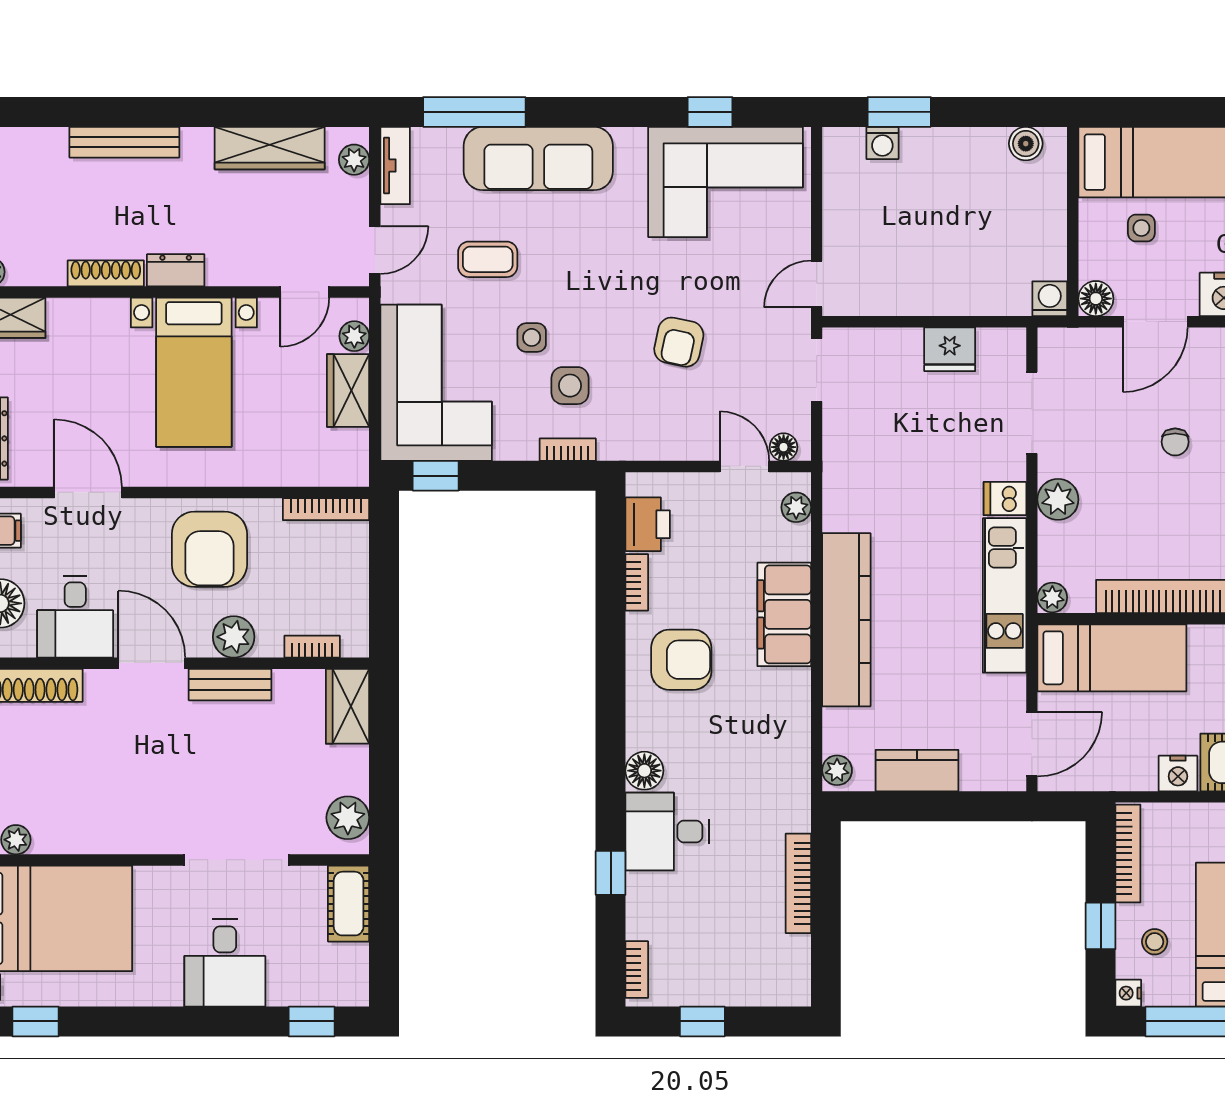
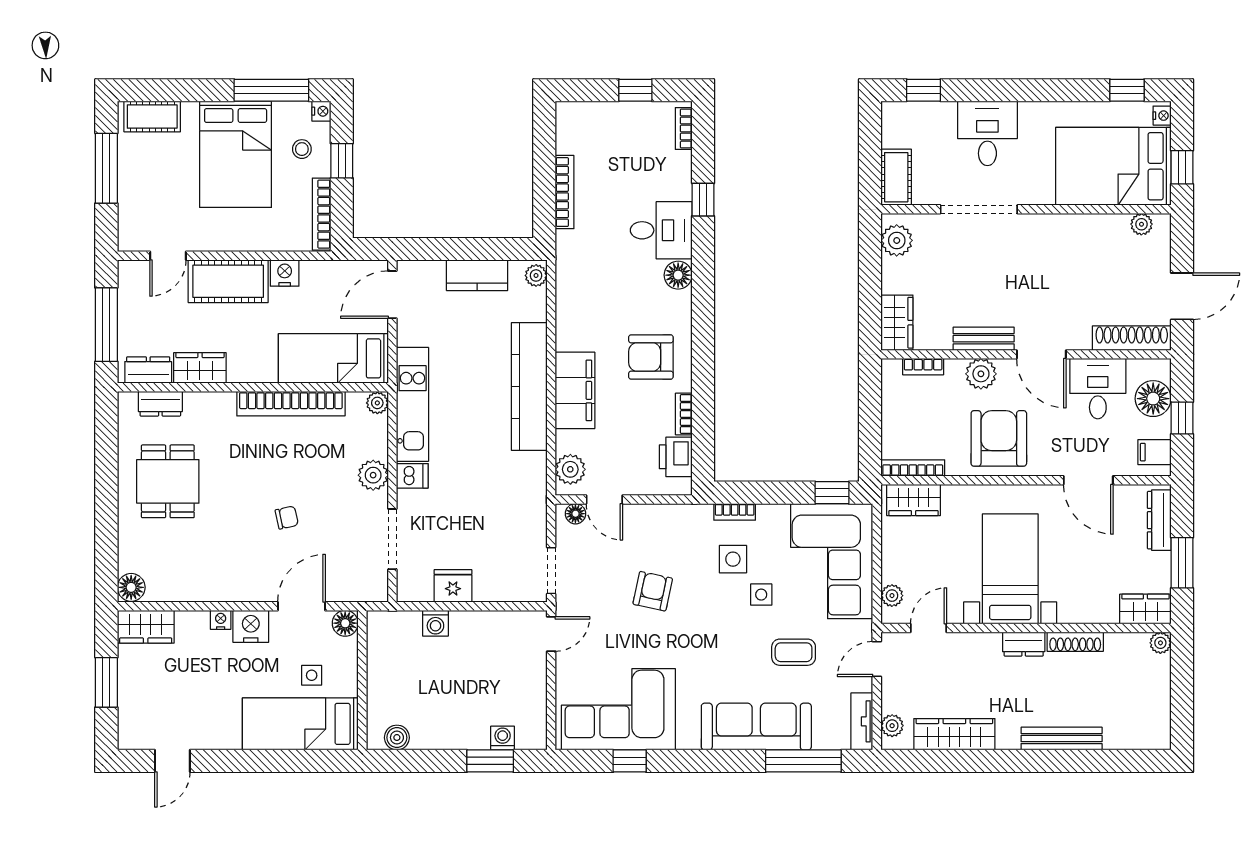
washing machine: (1050, 299) -> (435, 623), moved
wardrobe: (348, 390) -> (914, 500), moved, turned 90
chair: (1175, 442) -> (287, 518), turned 78
plant: (796, 507) -> (570, 469), width x1.38, depth x1.38

